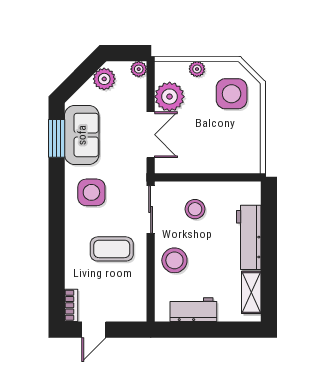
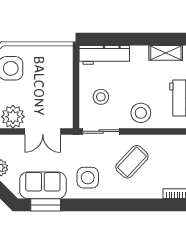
double door: (151, 135) -> (43, 131), swing flipped
workbench: (249, 237) -> (104, 55), moved
coffee table: (112, 249) -> (132, 162), turned 43

